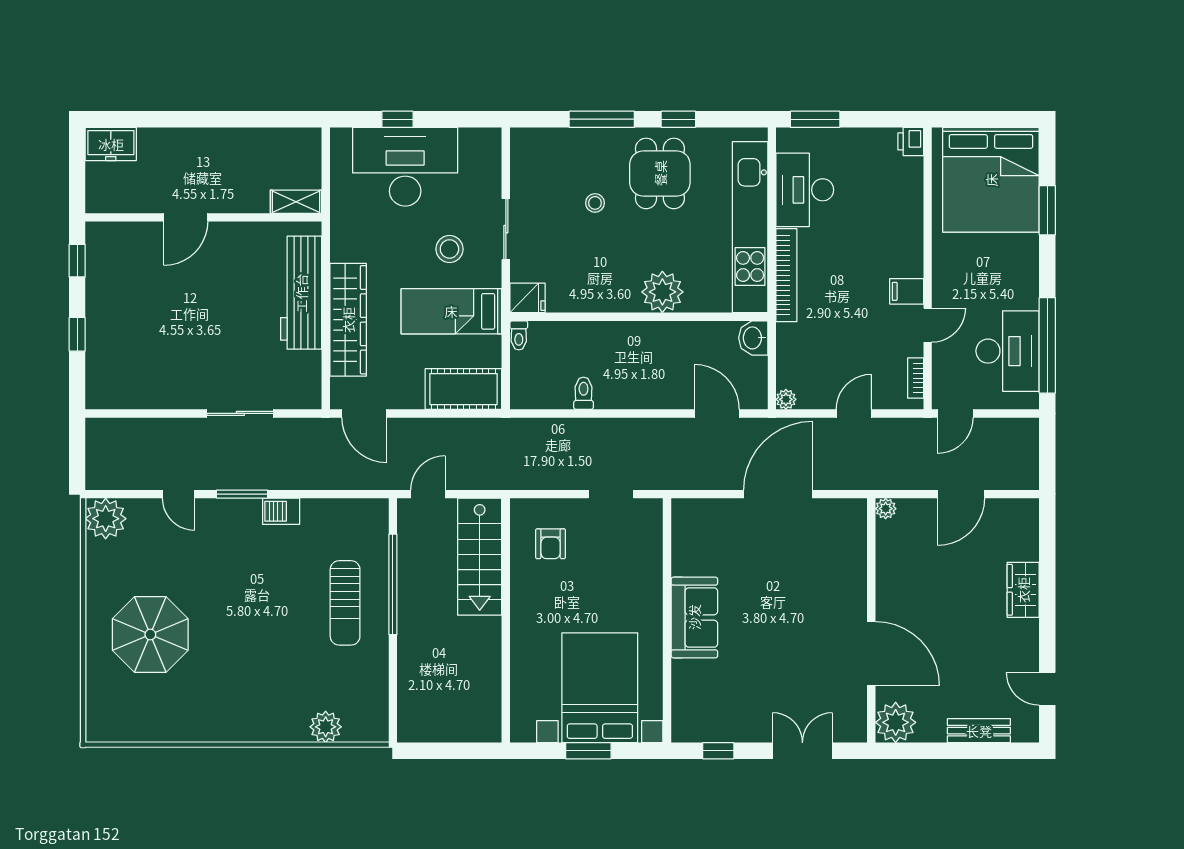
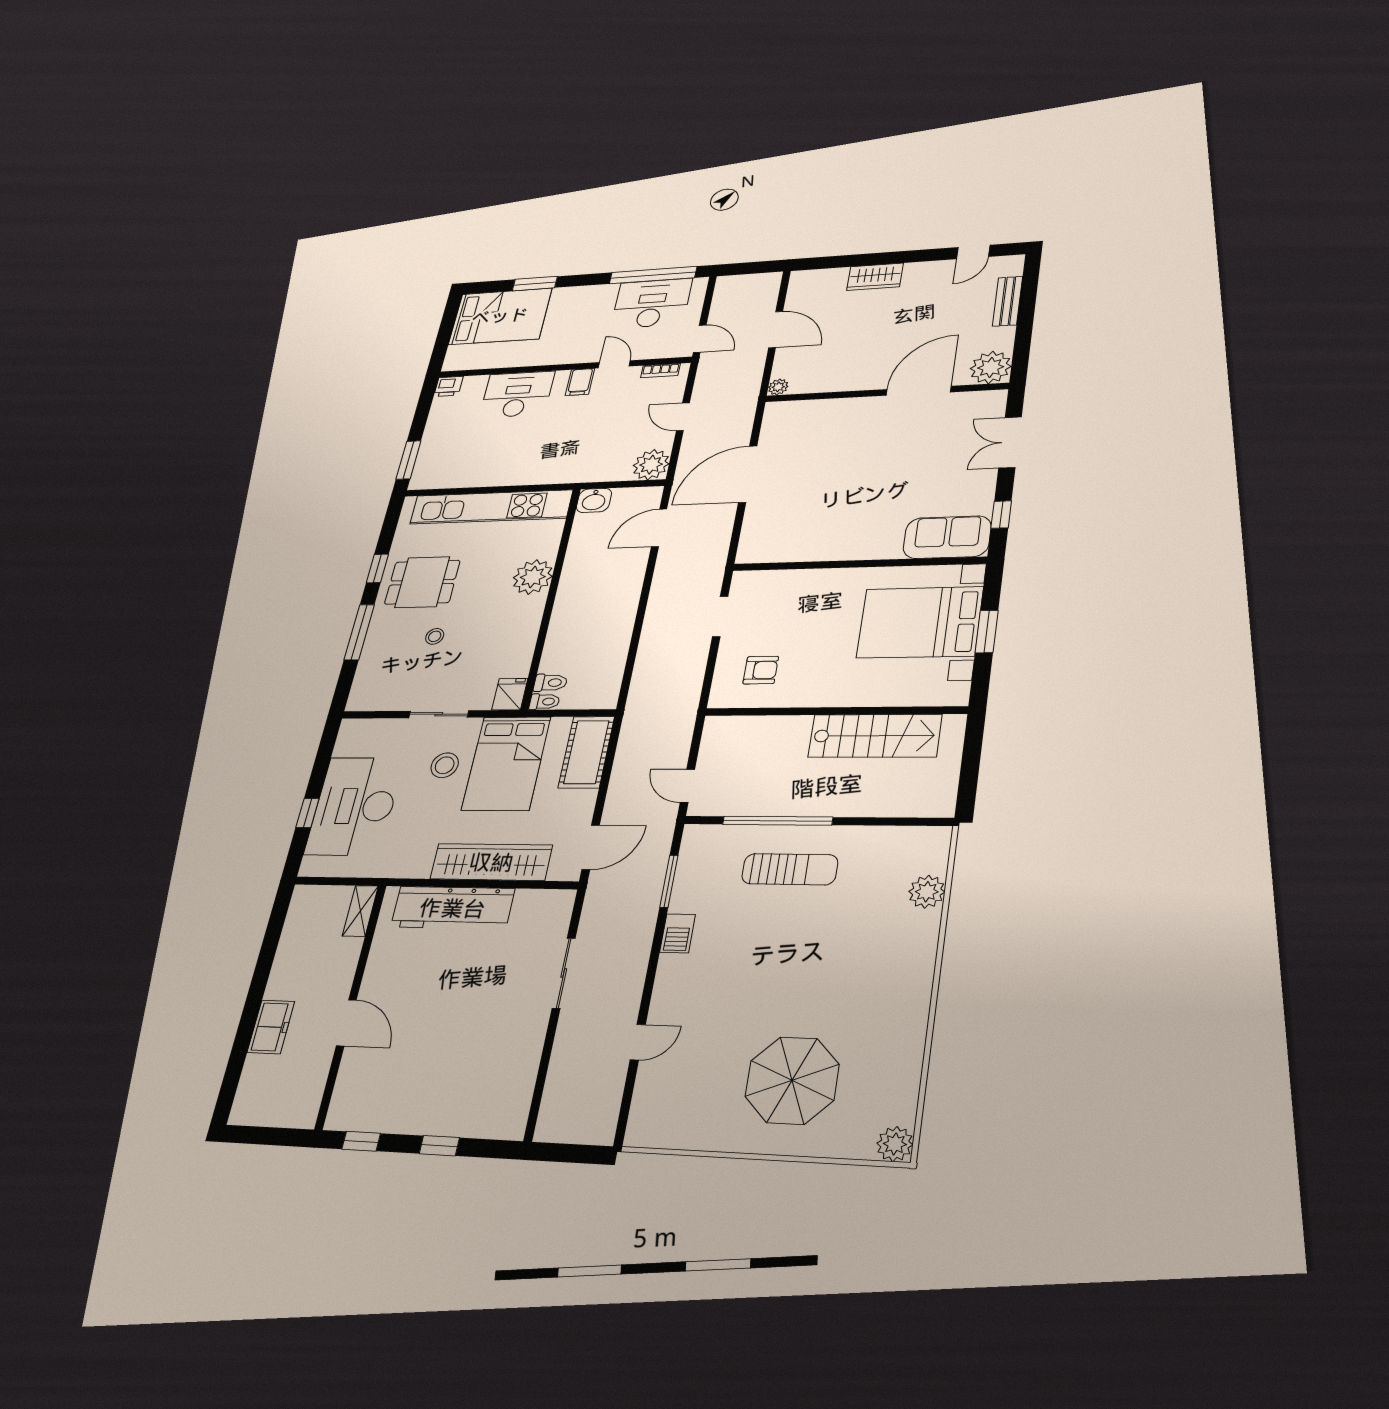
freezer: (111, 144) -> (271, 1027), moved
bed: (991, 180) -> (500, 316), width x0.73
desk: (805, 190) -> (517, 394), moved, turned 180
bookcase: (786, 275) -> (542, 476), removed
bed: (451, 311) -> (506, 763), width x1.50
toilet: (584, 393) -> (550, 683), moved, turned 180
plant: (786, 399) -> (651, 465), width x1.88, depth x1.88
window: (242, 494) -> (669, 881), moved
door: (778, 494) -> (748, 474), hinge flipped
plant: (106, 519) -> (895, 1144), moved, width x0.73, depth x0.73
stairs: (480, 557) -> (875, 736), moved
sofa: (694, 617) -> (947, 537), moved

